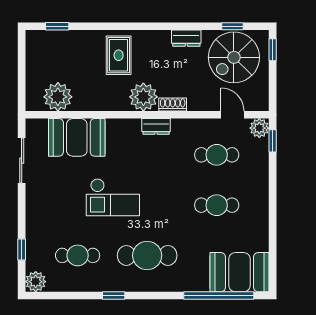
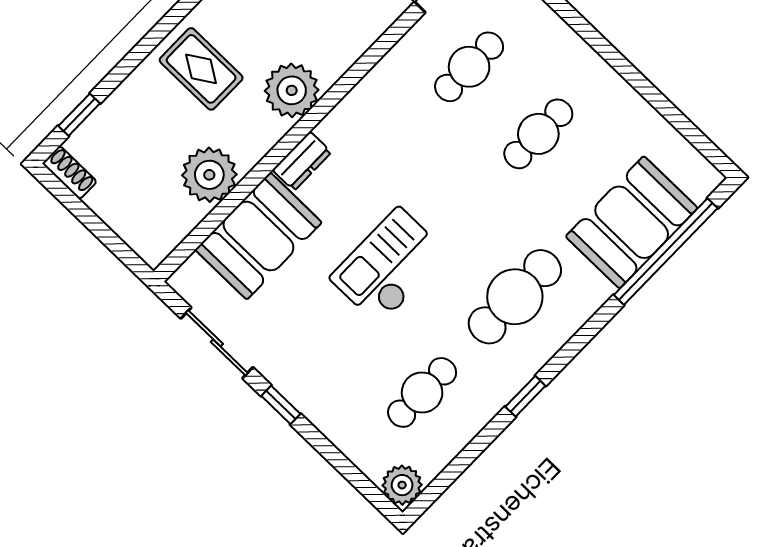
plant: (58, 97) -> (209, 175), moved
shoe rack: (173, 104) -> (70, 173), moved, turned 90
dresser: (156, 126) -> (302, 161), moved
checkout: (113, 197) -> (389, 266), turned 180
window: (22, 249) -> (281, 405), moved
booth: (240, 272) -> (632, 222), moved

